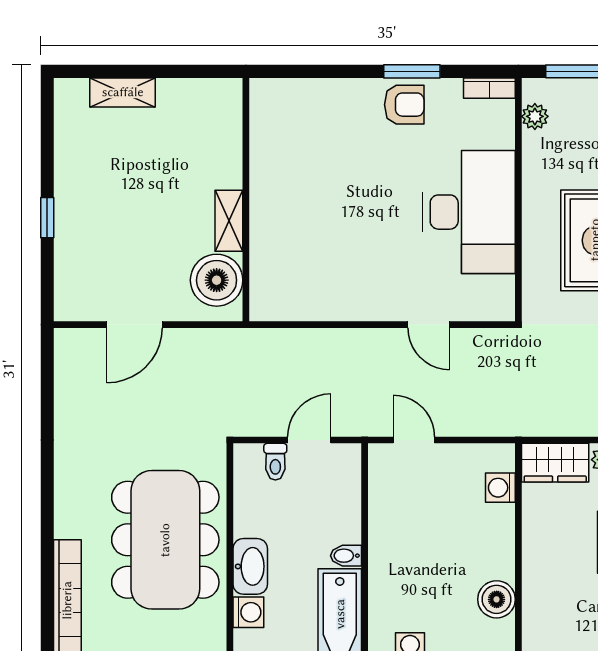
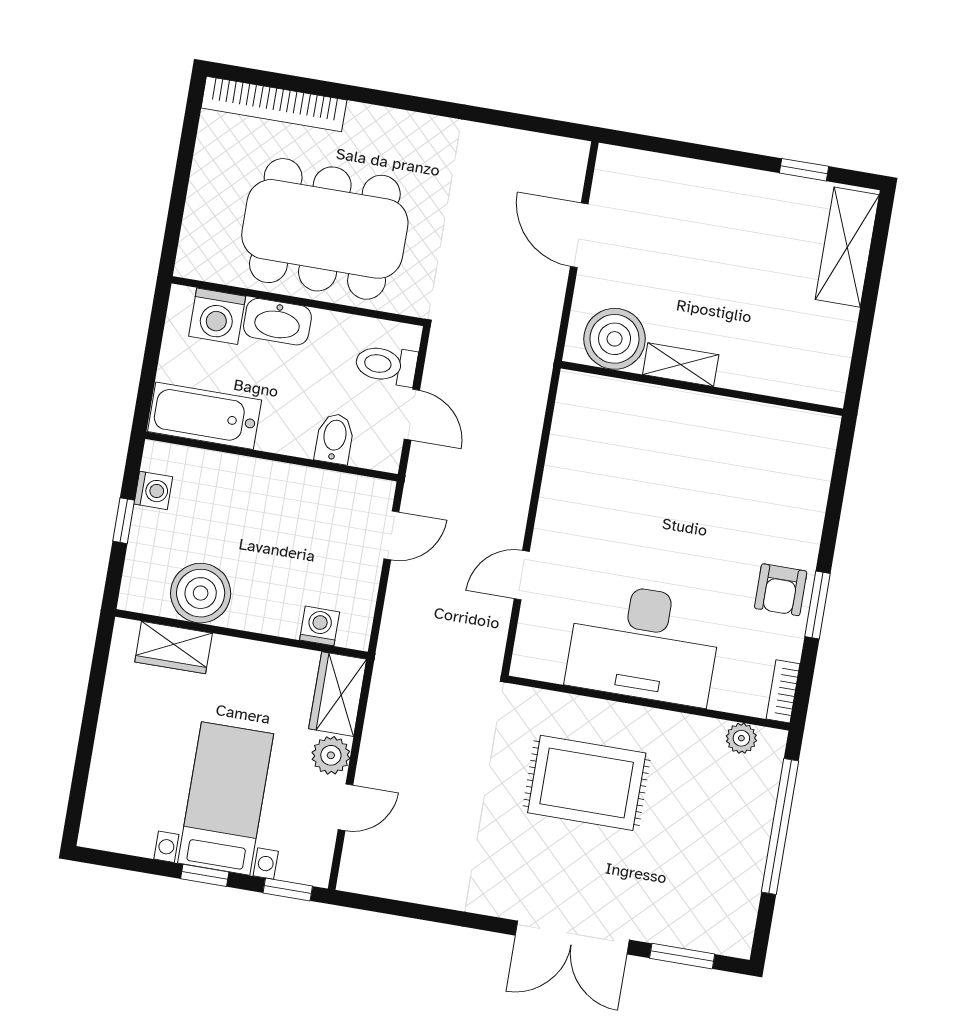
shelving: (123, 92) -> (847, 247), width x1.50, depth x1.33
window: (47, 218) -> (804, 170), moved
toilet: (275, 462) -> (386, 365), width x1.37, depth x1.39
bidet: (346, 556) -> (334, 439), moved, width x1.38, depth x1.36
boiler: (497, 599) -> (201, 593), width x1.37, depth x1.37
wardrobe: (539, 608) -> (174, 648), added
washing machine: (248, 612) -> (217, 316), width x1.38, depth x1.38

